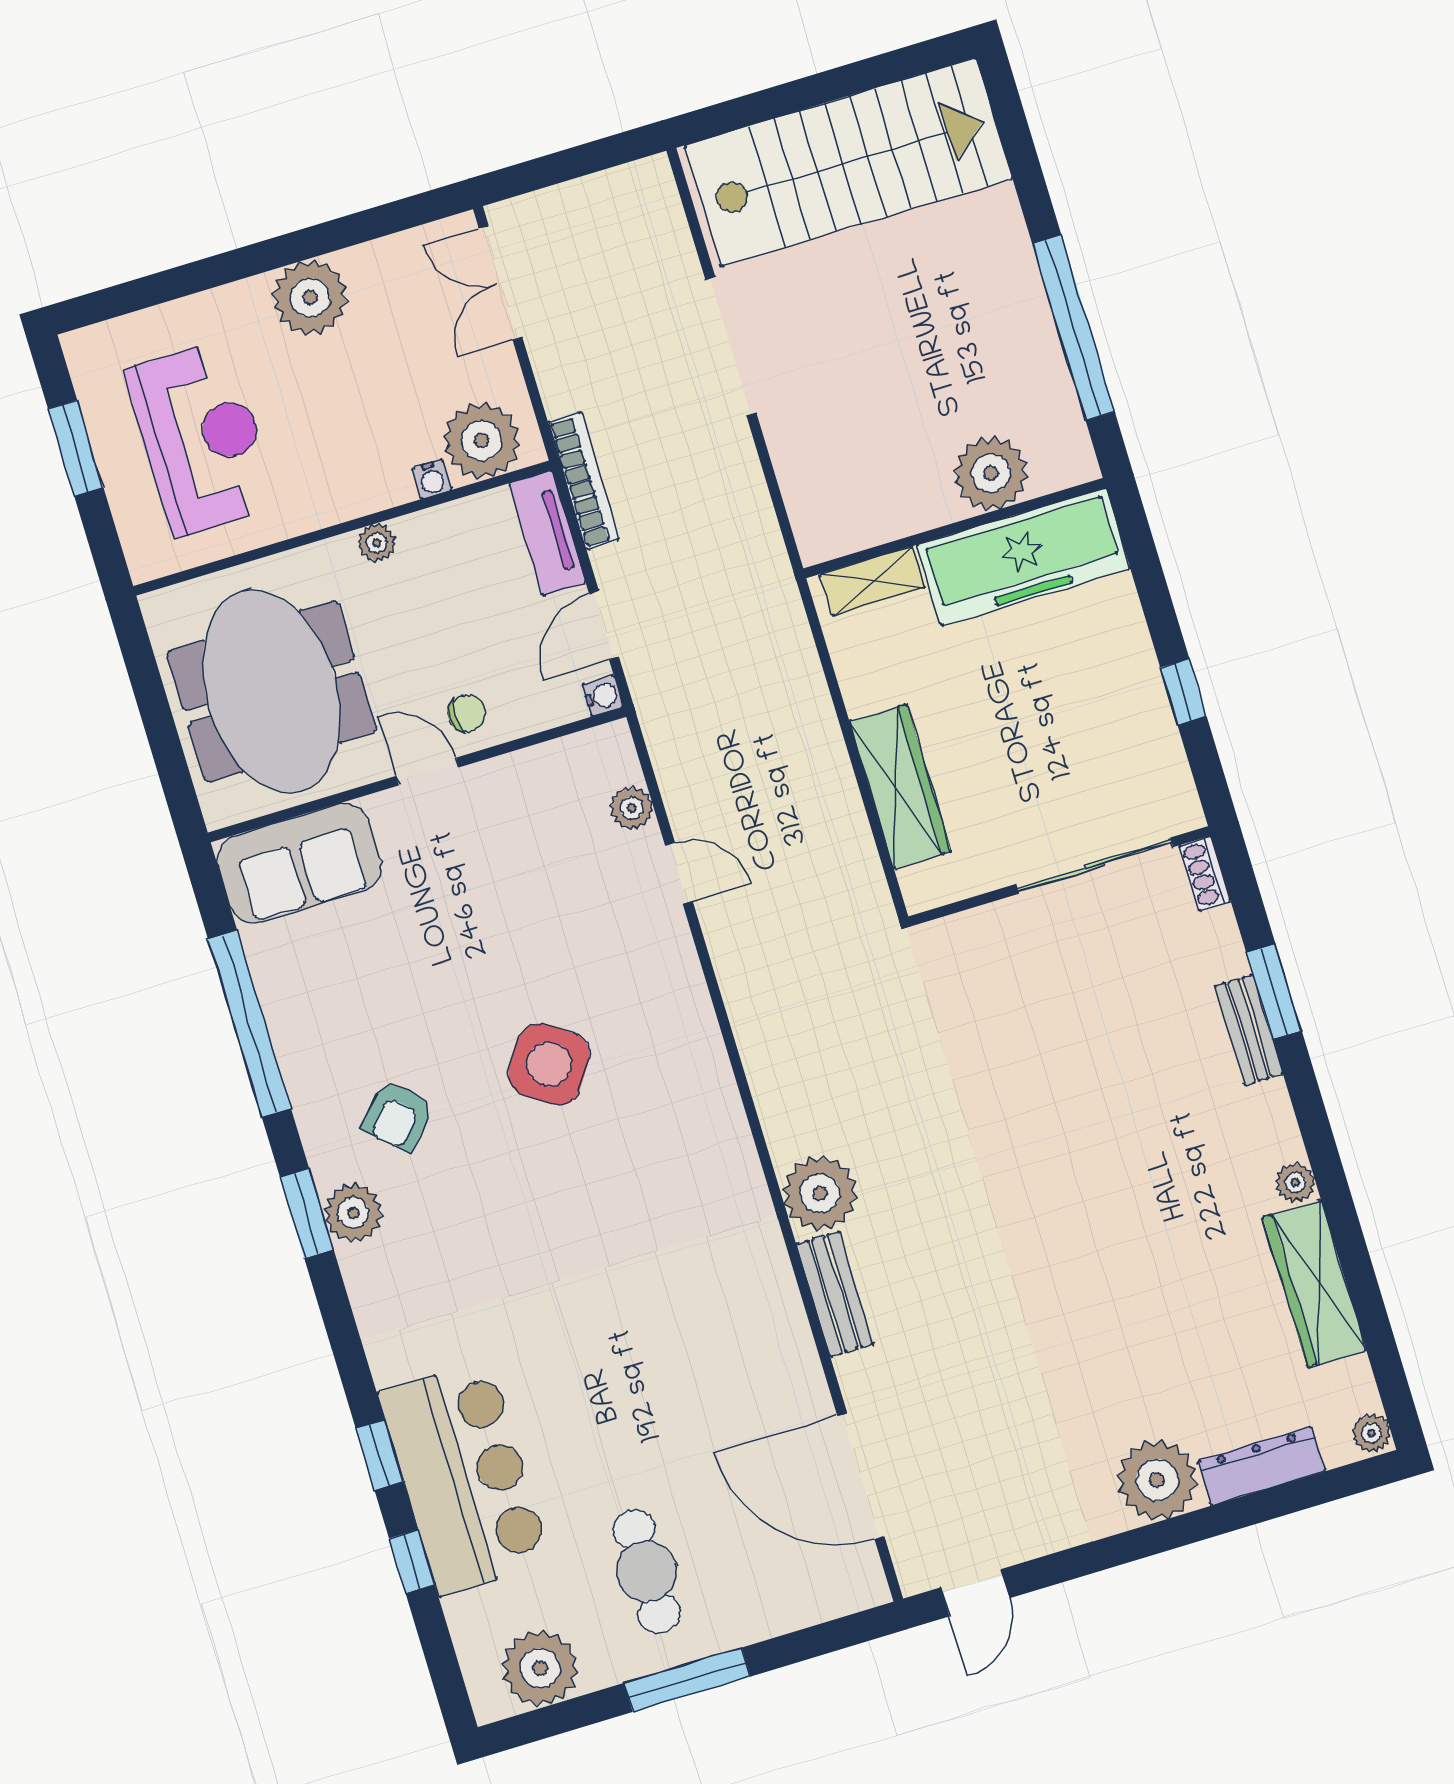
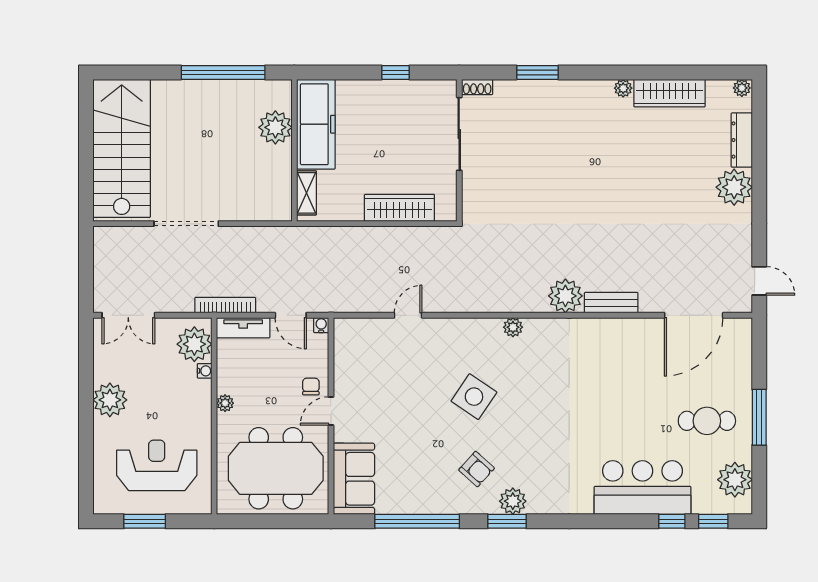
plant: (632, 808) -> (513, 327), moved
bench: (1249, 1030) -> (551, 88), removed
window: (380, 1455) -> (713, 521), moved

